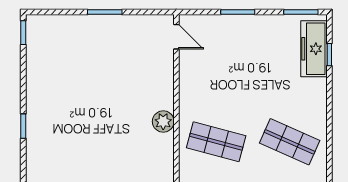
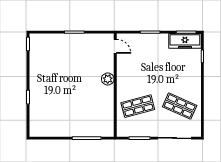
freezer: (314, 49) -> (185, 41), moved, turned -90
plant: (163, 121) -> (108, 79), moved
shop shelf: (216, 142) -> (138, 106), turned -30

